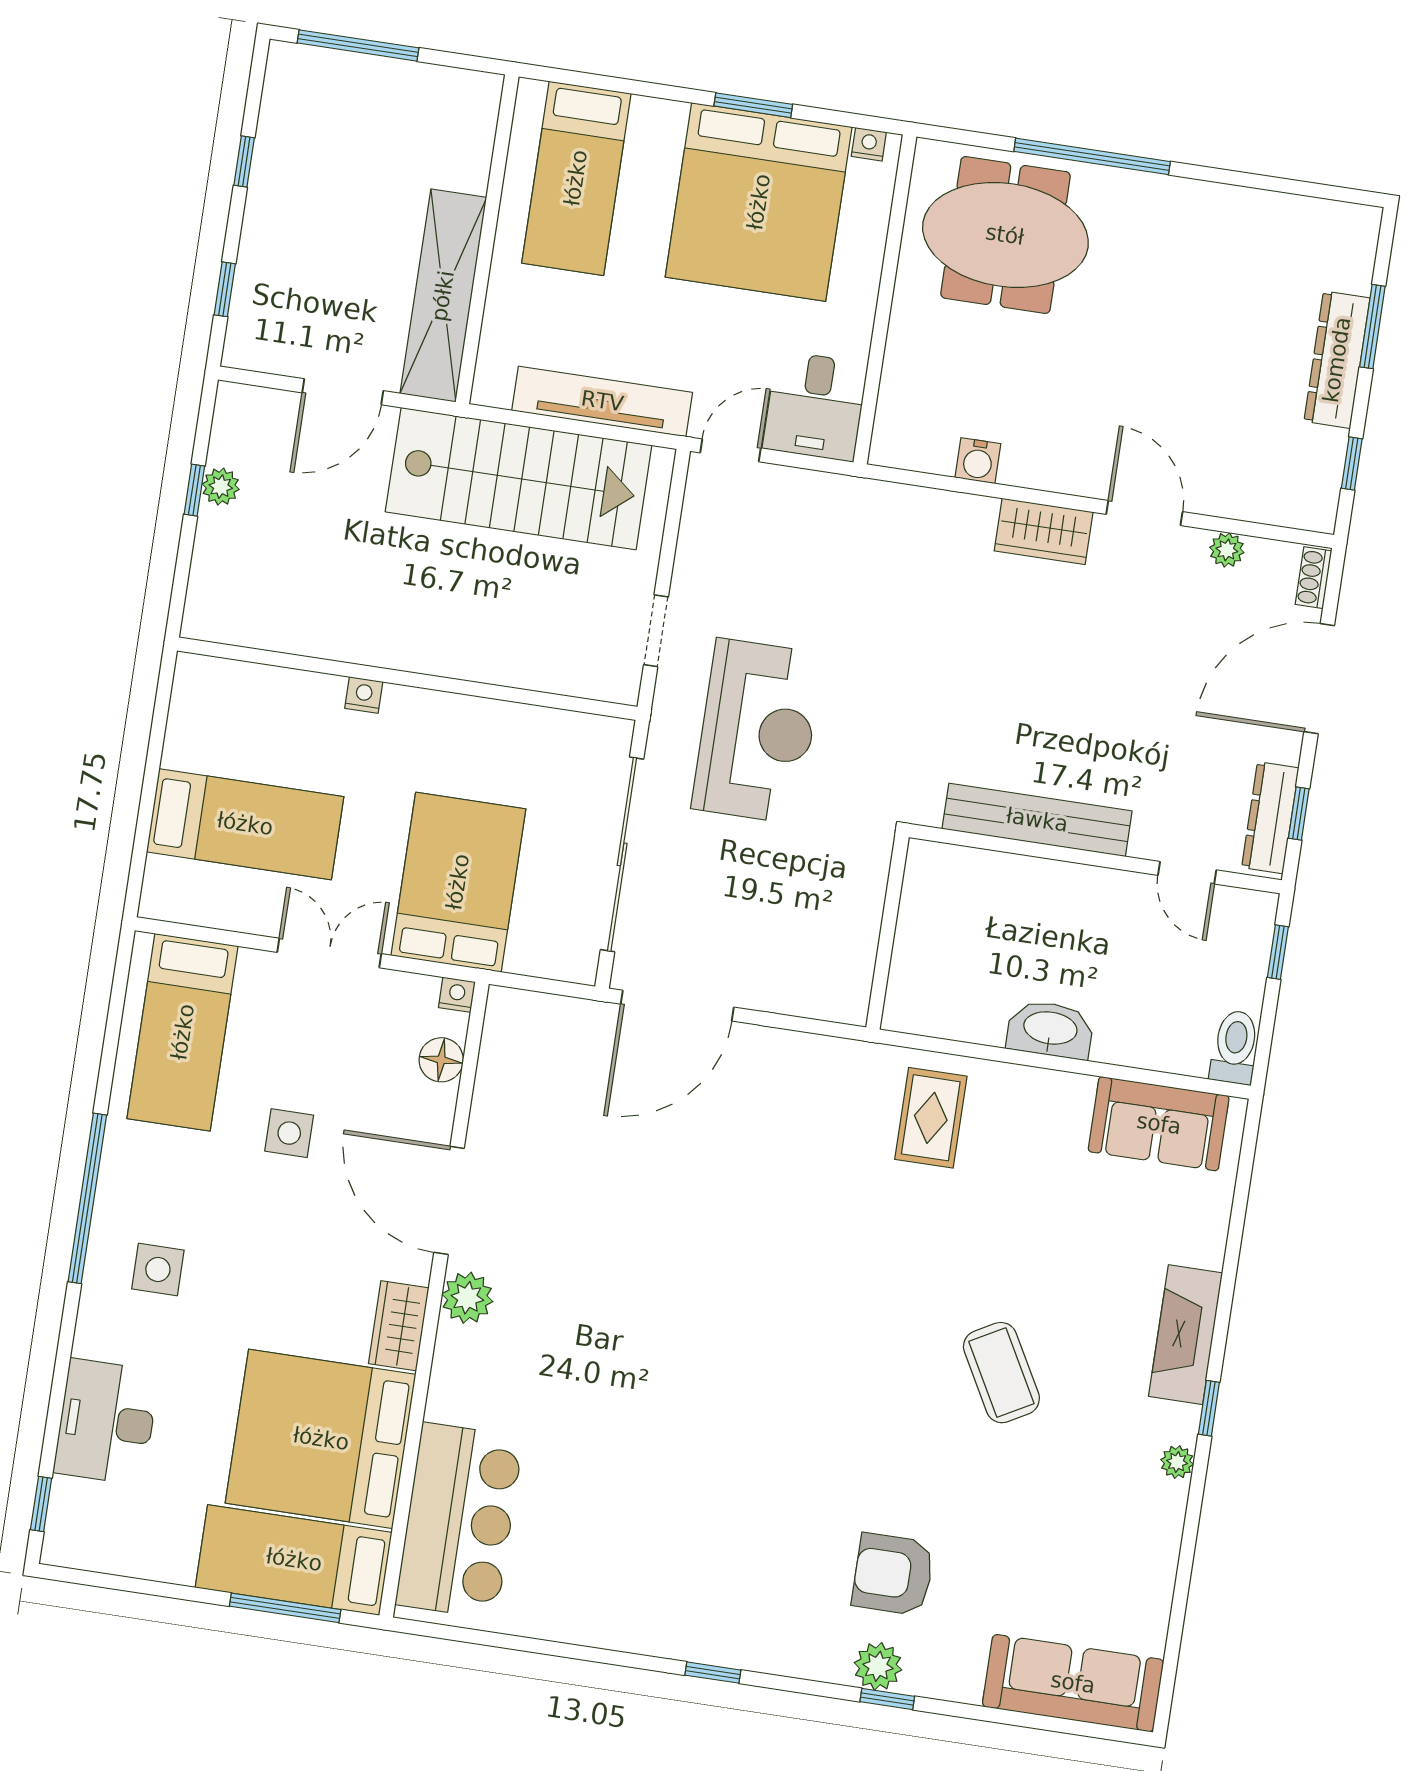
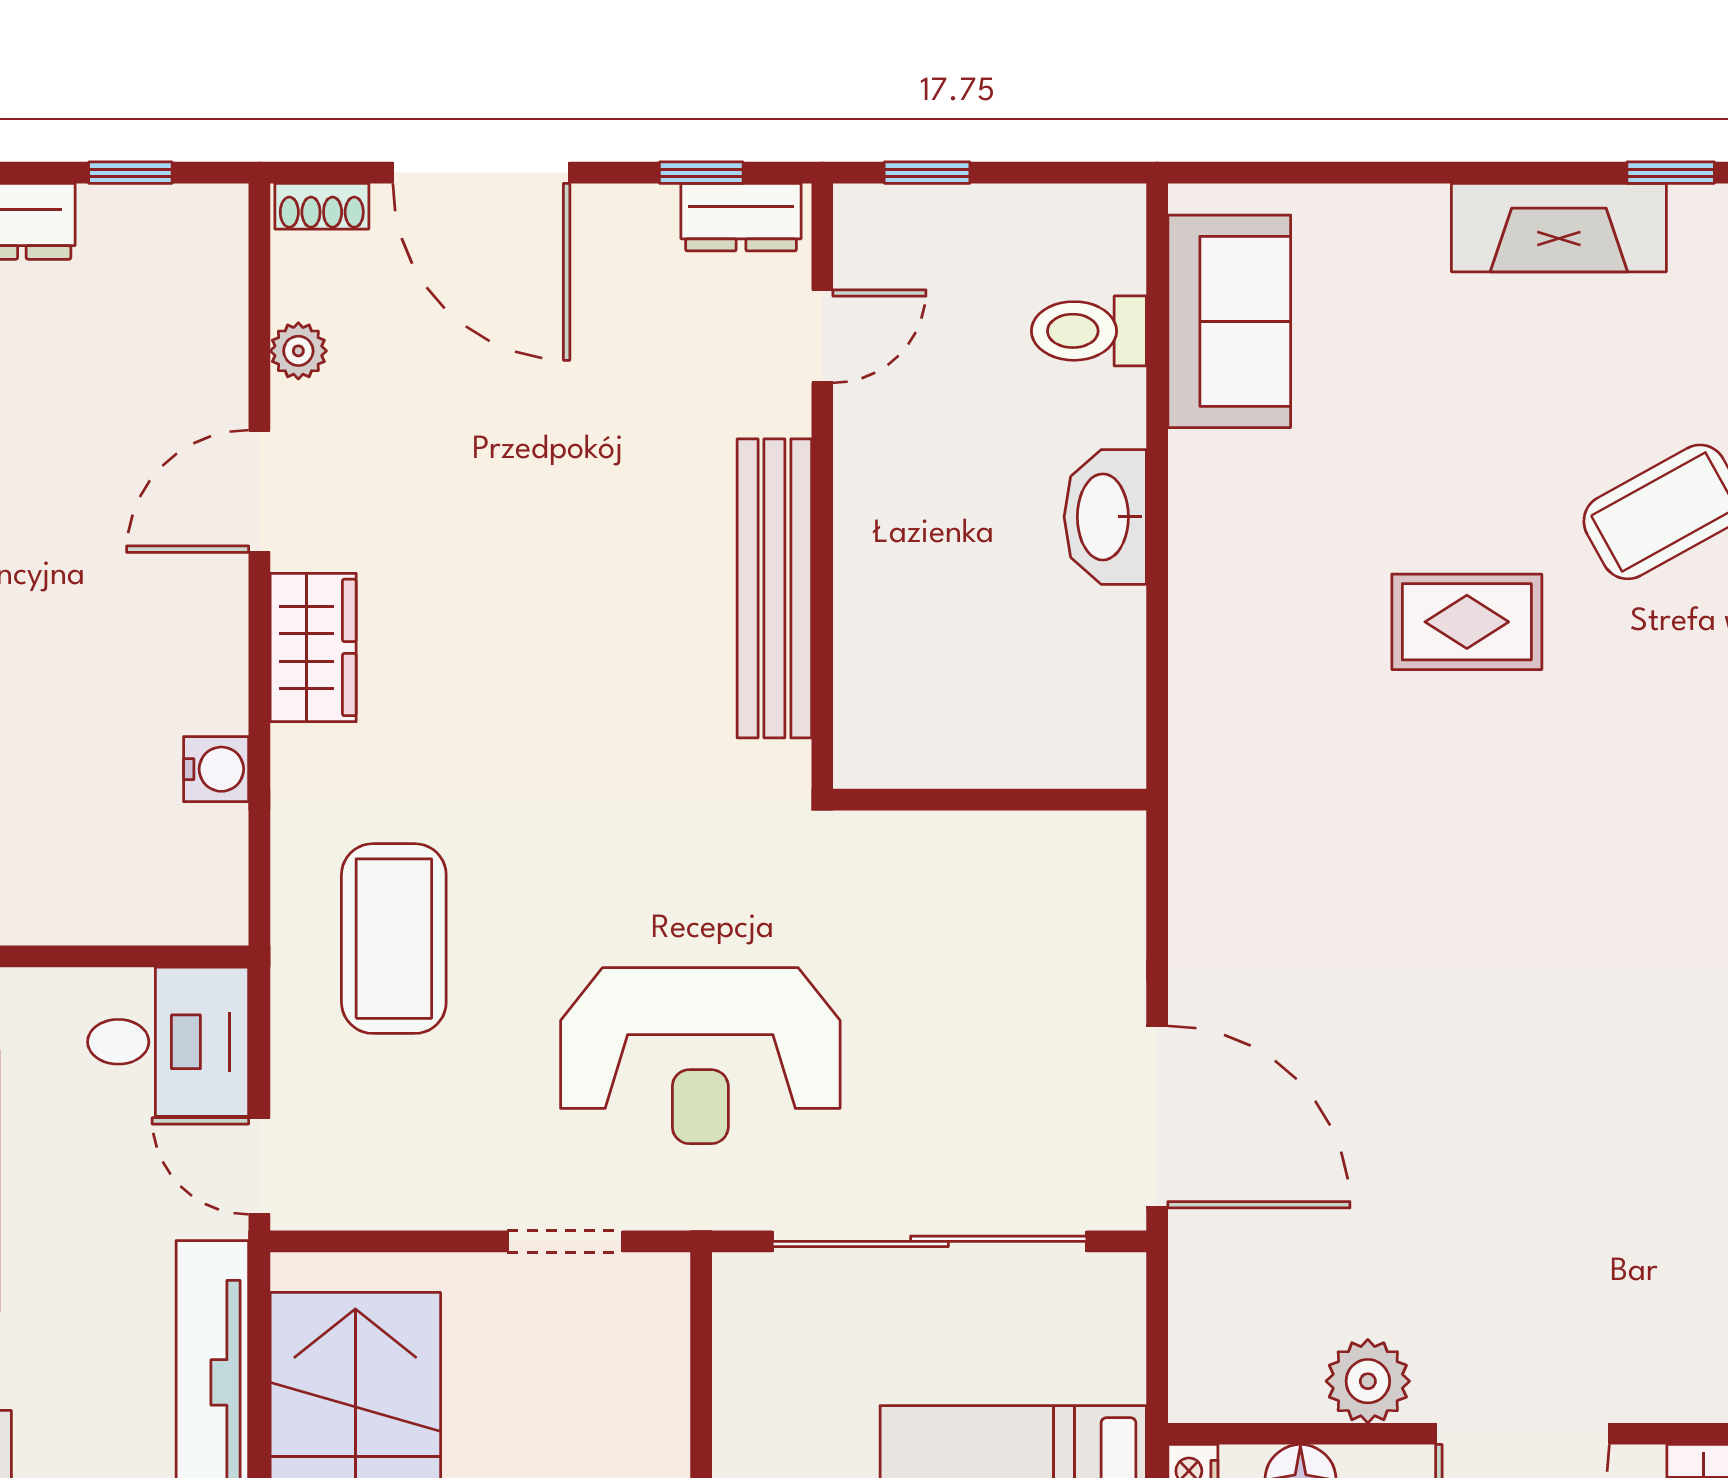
coffee table: (858, 554) -> (394, 939), added
reception desk: (757, 731) -> (700, 1056), turned 180
dresser: (1270, 818) -> (741, 217), width x0.70
toilet: (1235, 1047) -> (1089, 331), moved
rug: (931, 1118) -> (1467, 622), moved
plant: (467, 1298) -> (1368, 1381), moved

